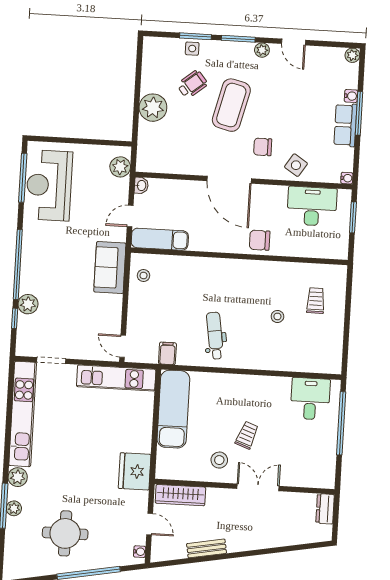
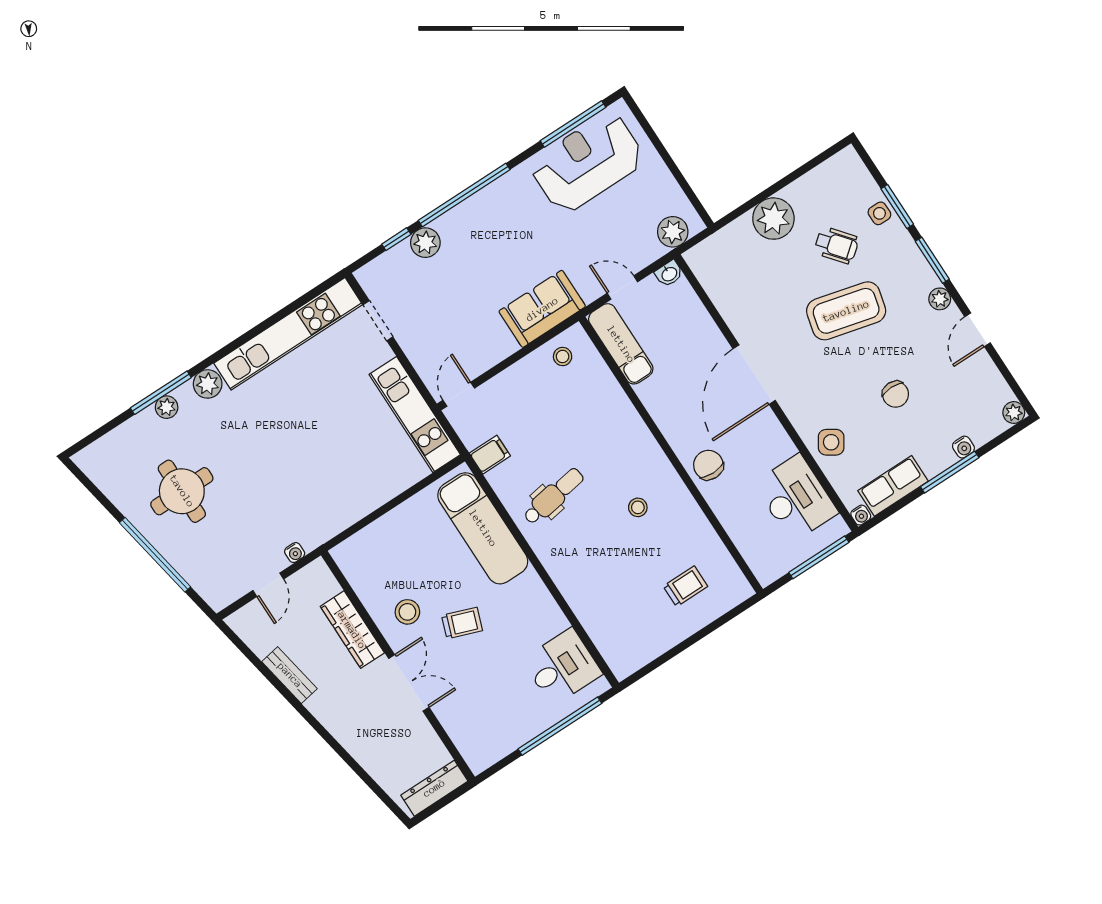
row of seats: (345, 125) -> (893, 486), moved
chair: (263, 147) -> (896, 394), moved, turned 180
window: (353, 217) -> (819, 557), width x1.44
stool: (277, 316) -> (638, 507), moved
exam couch: (173, 409) -> (483, 528), moved, turned 90
fridge: (135, 471) -> (318, 520), removed
wardrobe: (180, 495) -> (352, 630), moved
dresser: (325, 509) -> (434, 788), width x1.44
water cooler: (140, 552) -> (295, 553), moved

